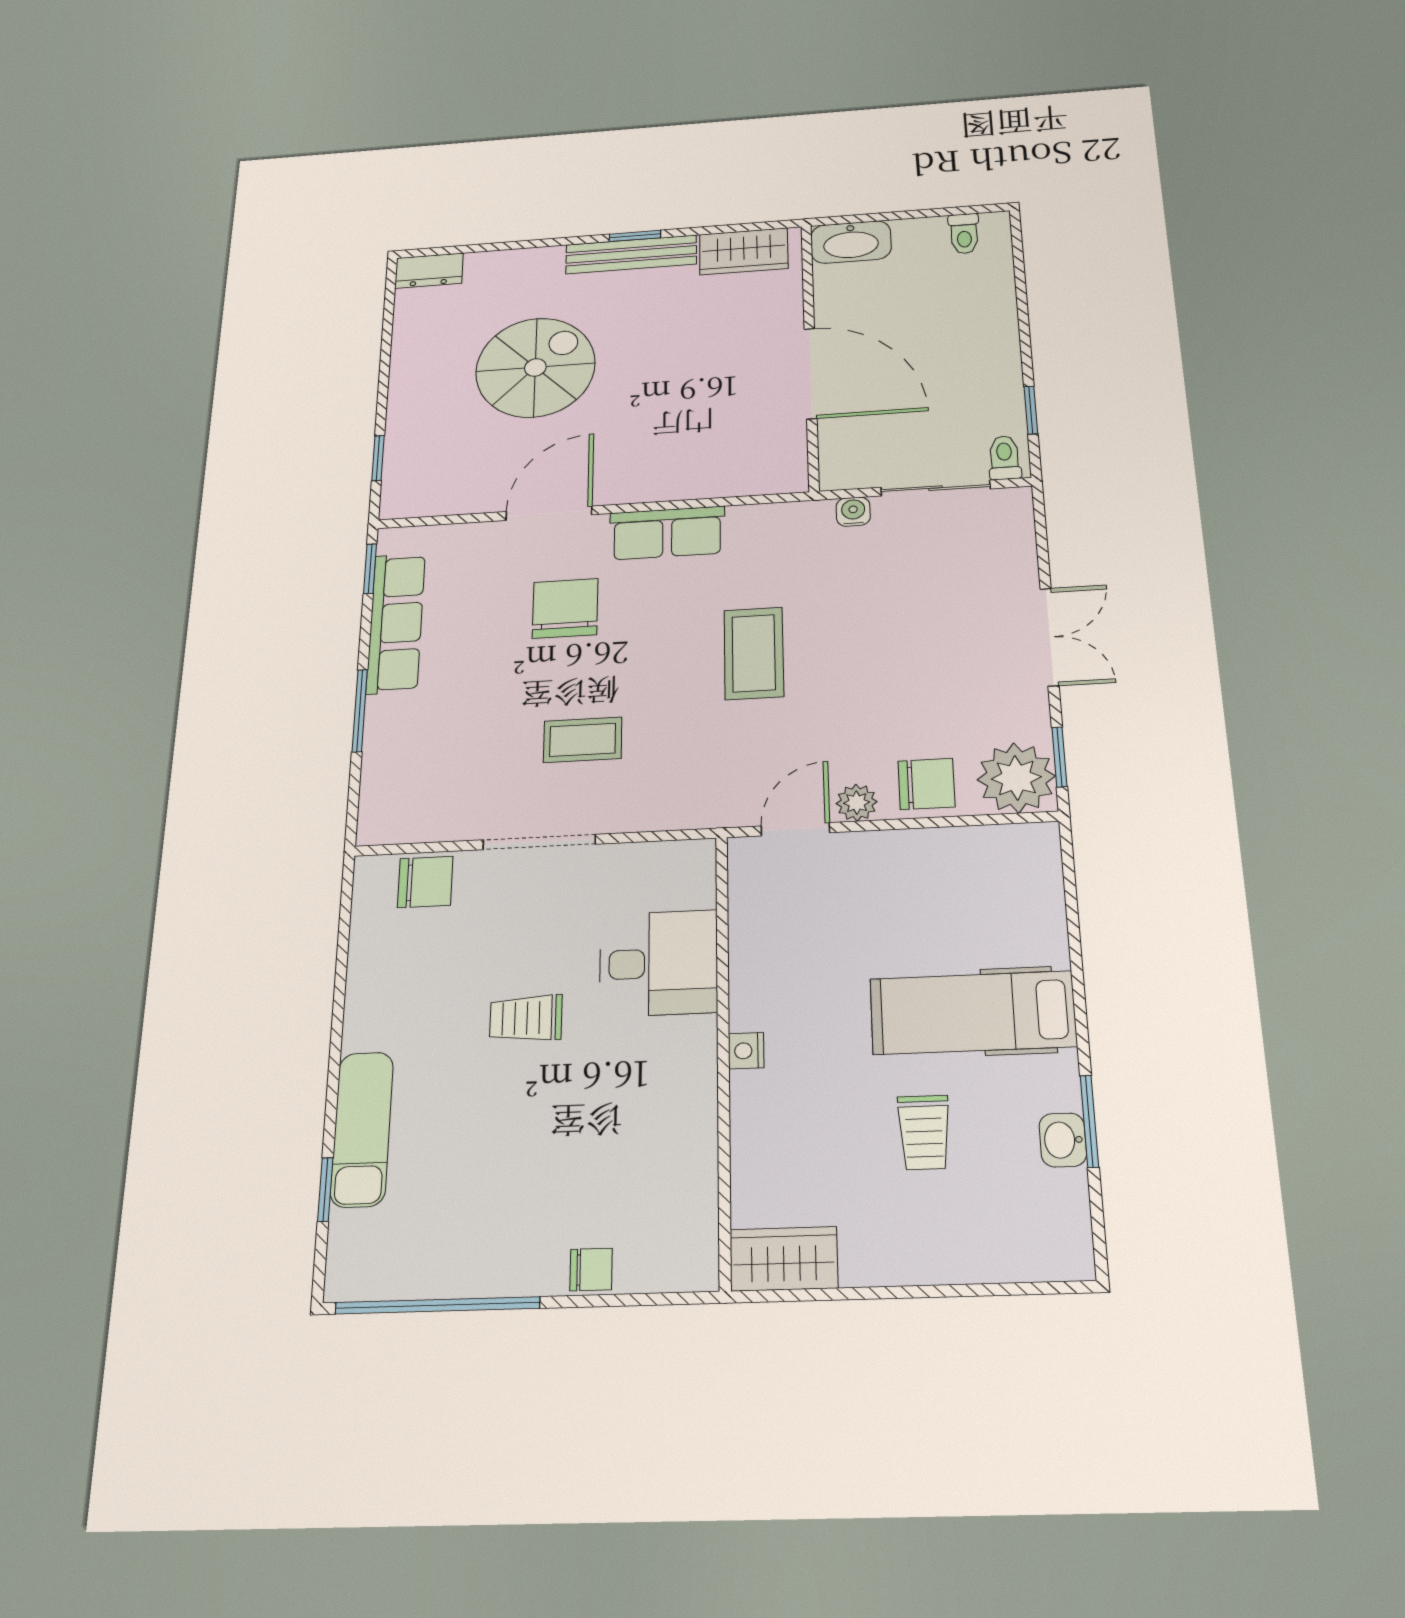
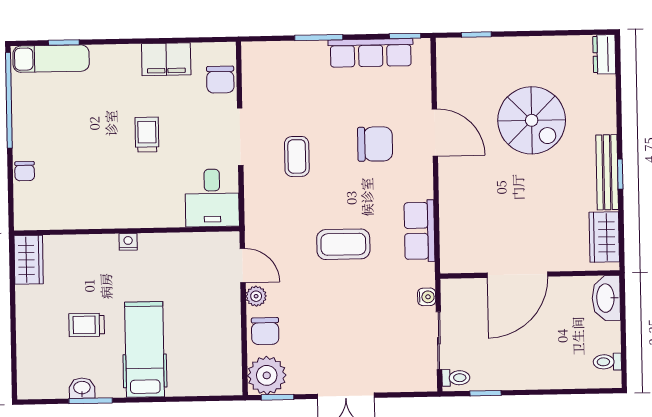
row of seats: (667, 533) -> (419, 231), moved
desk: (658, 963) -> (212, 198), moved
filing cabinet: (377, 985) -> (166, 59), added
exam couch: (362, 1129) -> (51, 59), moved

